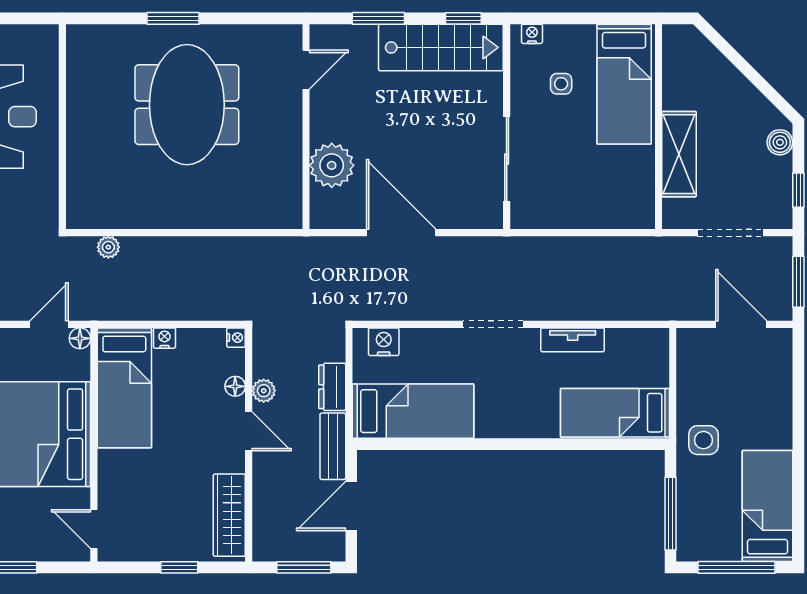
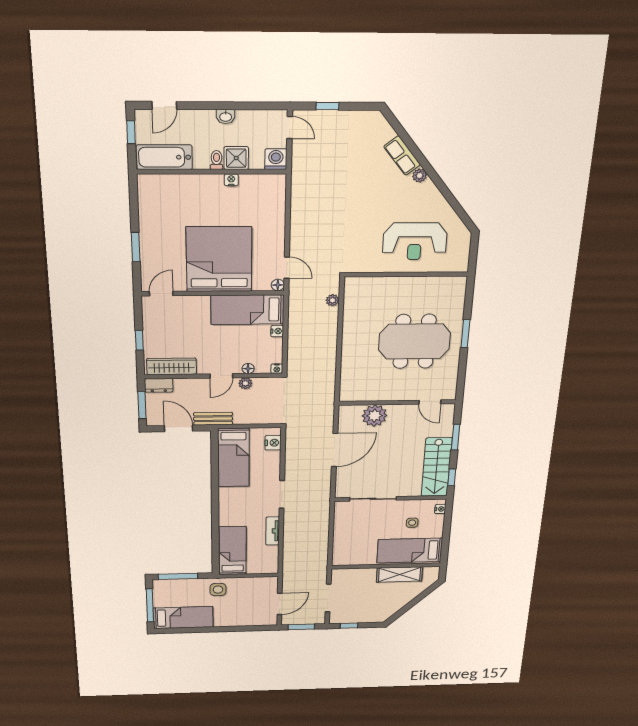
boiler: (780, 142) -> (374, 617), removed
shelving: (679, 154) -> (399, 574), moved
dresser: (332, 387) -> (159, 385), moved, turned 180

